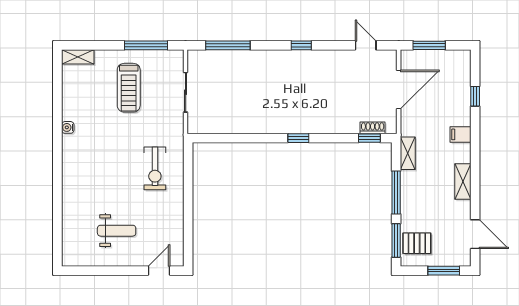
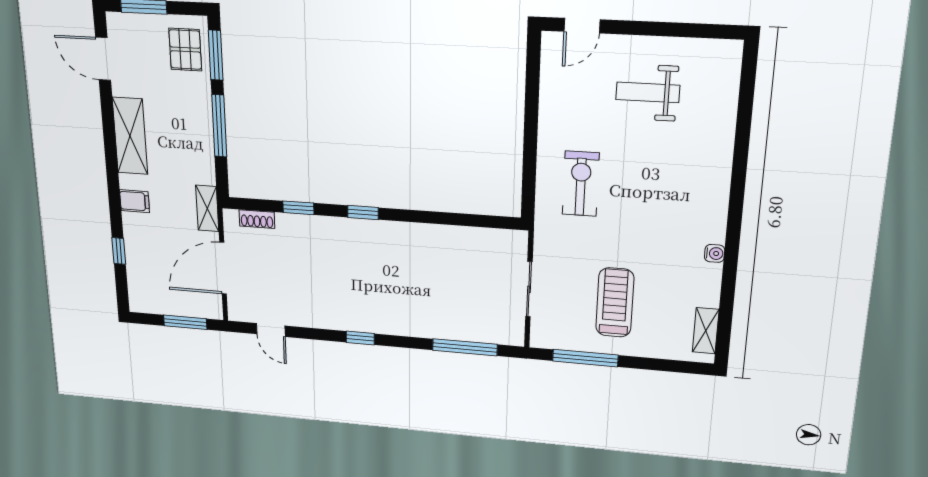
shelving: (78, 57) -> (706, 331), moved, turned 90
window: (369, 138) -> (298, 208), moved
shelving: (408, 153) -> (207, 208), moved
shelving: (463, 181) -> (130, 136), width x1.50, depth x1.33
pallet: (417, 243) -> (185, 50), turned 90

